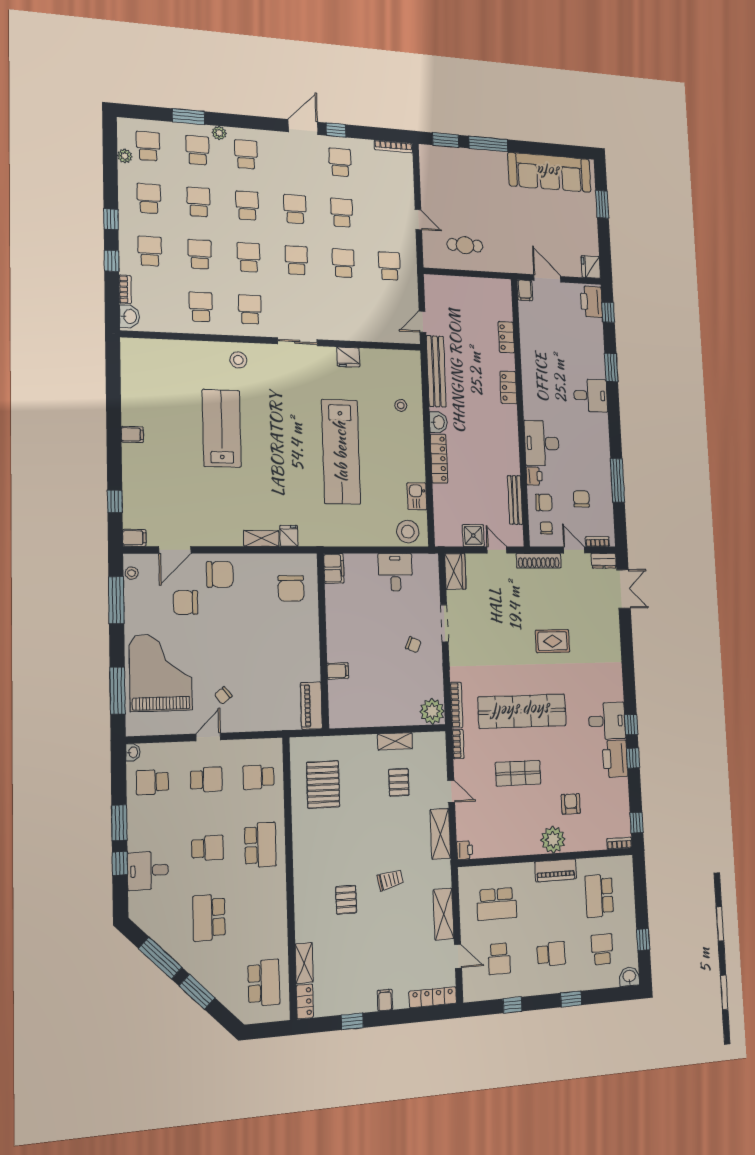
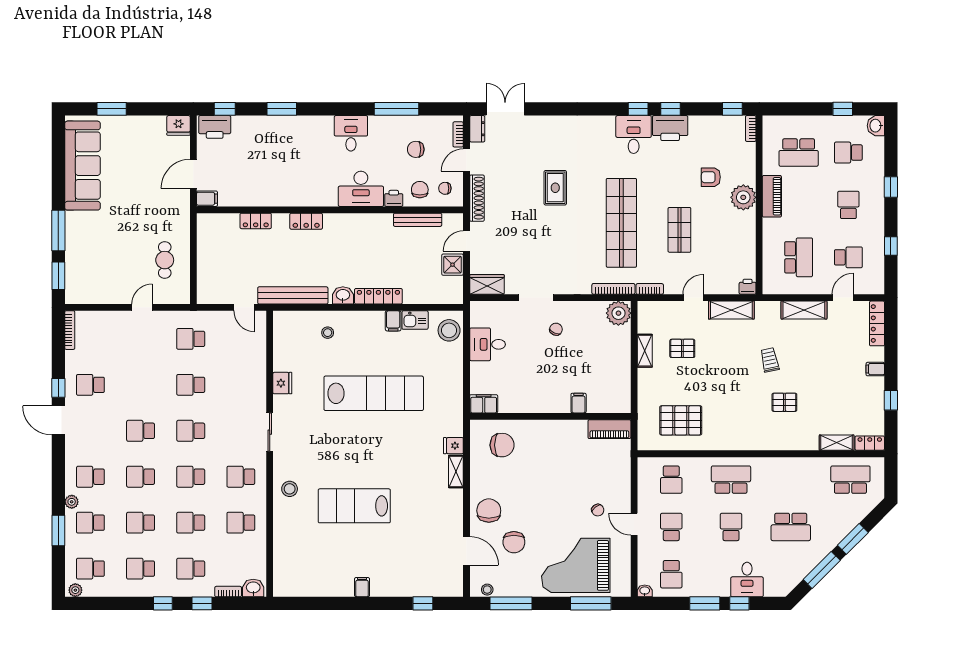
plant: (125, 156) -> (75, 590), moved
school desk: (342, 213) -> (141, 385), removed
desk: (591, 395) -> (351, 133), moved
filing cabinet: (134, 538) -> (393, 321), moved, turned 180

